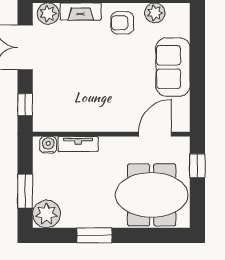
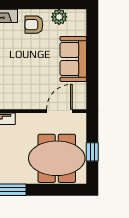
window: (197, 166) -> (92, 152), moved

